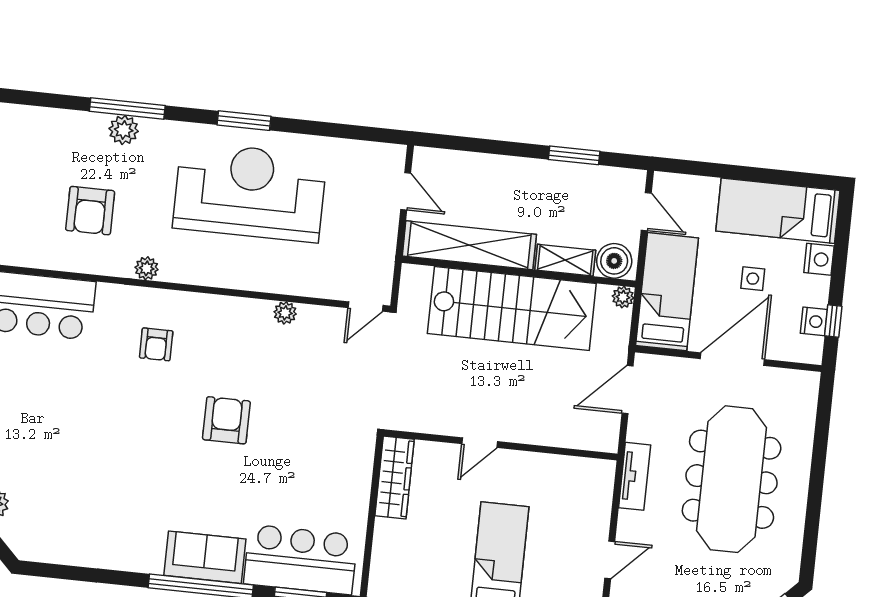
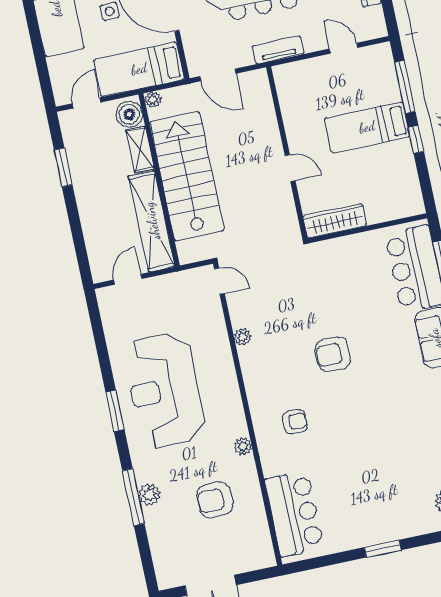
armchair: (90, 211) -> (215, 500), turned 180

